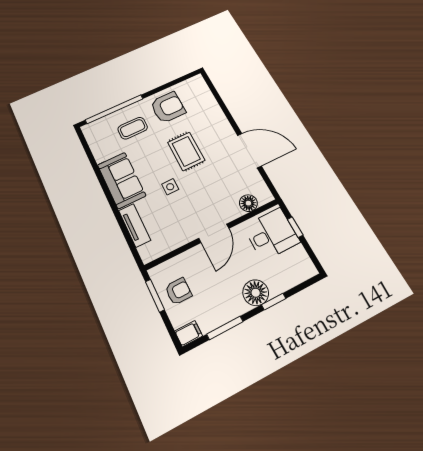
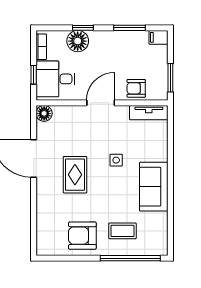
rug: (186, 151) -> (75, 175), moved
floor lamp: (248, 203) -> (44, 113), moved
tv unit: (135, 225) -> (149, 113), moved, turned -90
bookcase: (304, 259) -> (41, 47), added
armchair: (178, 291) -> (136, 88), moved
floor lamp: (256, 293) -> (78, 41), moved

